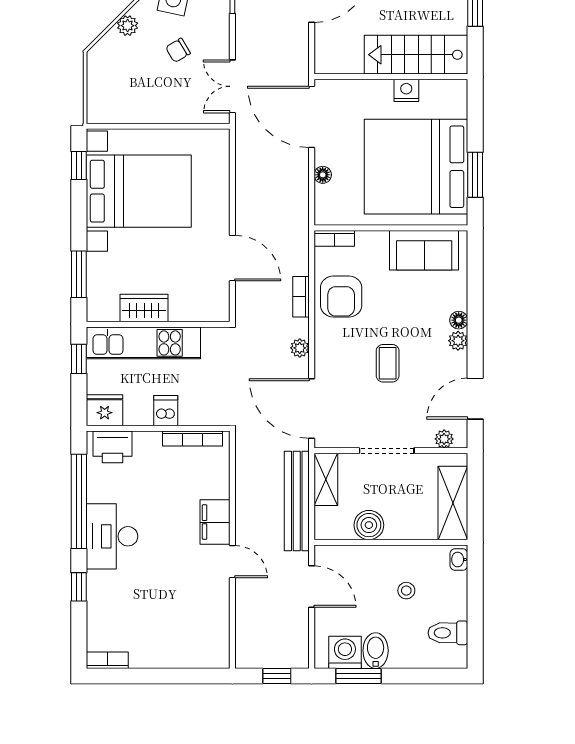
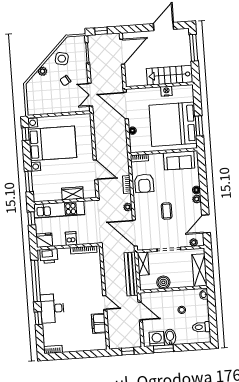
wardrobe: (144, 308) -> (72, 193), moved
filing cabinet: (215, 522) -> (99, 323), moved
desk: (112, 536) -> (52, 308), moved

